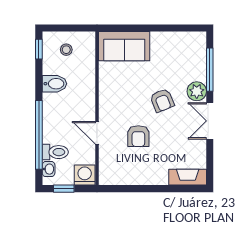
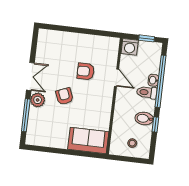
window: (39, 49) -> (155, 125), moved
armchair: (138, 136) -> (86, 71), turned -90
toilet: (55, 152) -> (147, 92), moved
washbasin: (49, 169) -> (153, 80), moved
fireplace: (188, 177) -> (52, 36), removed

